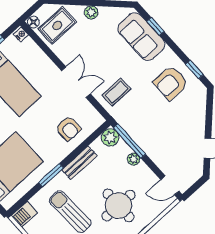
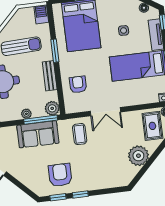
plant: (91, 12) -> (138, 156), width x1.87, depth x1.87
window: (155, 27) -> (80, 194), moved
sofa: (141, 37) -> (38, 134), moved, turned 180
armchair: (68, 128) -> (78, 84), turned 90

